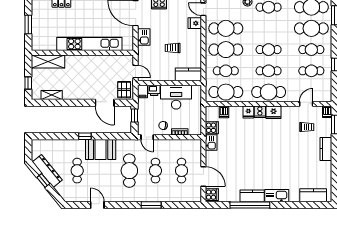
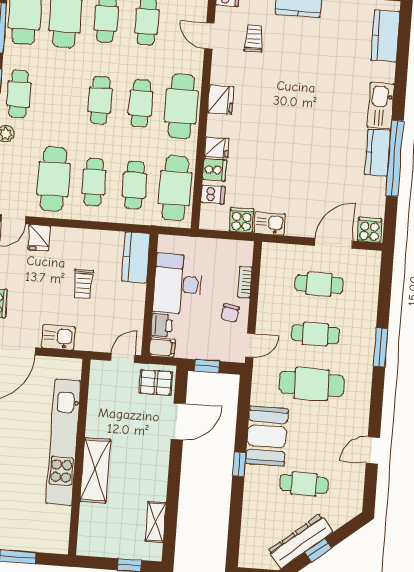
cafe table: (226, 50) -> (94, 182), width x0.73, depth x0.74
shelving: (48, 61) -> (95, 470), moved
cooker: (260, 112) -> (214, 170), moved

